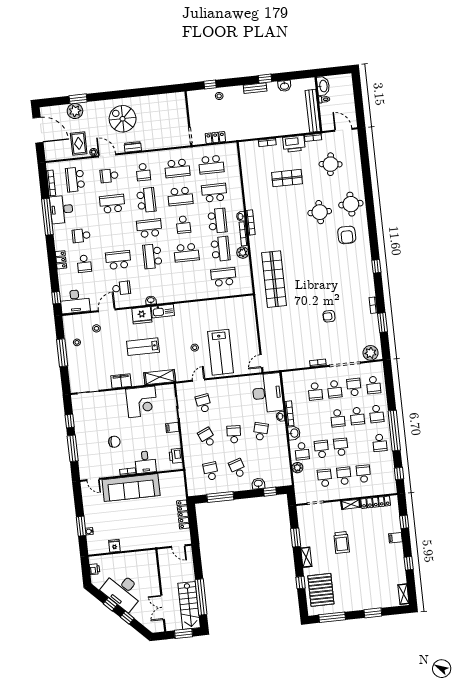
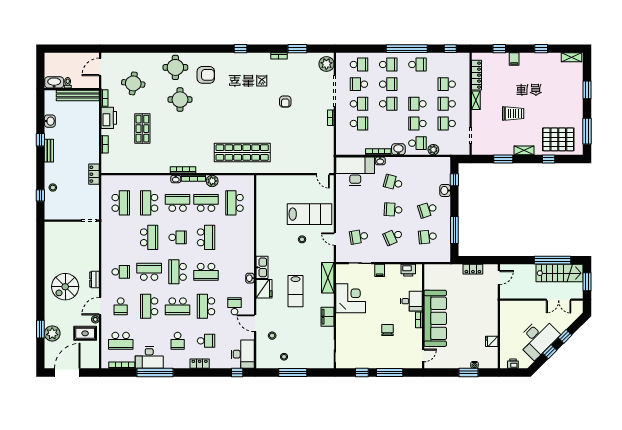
locker: (215, 137) -> (94, 174), moved
school desk: (177, 168) -> (178, 306), moved, turned 90
locker: (183, 514) -> (473, 269), width x0.66

